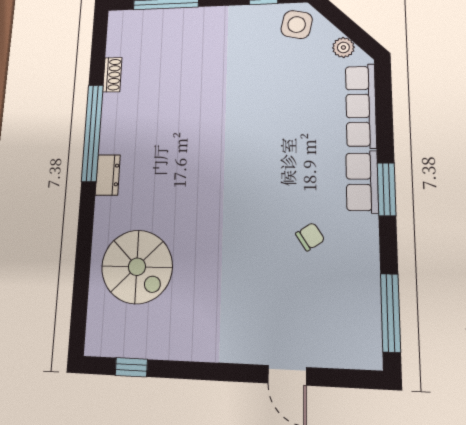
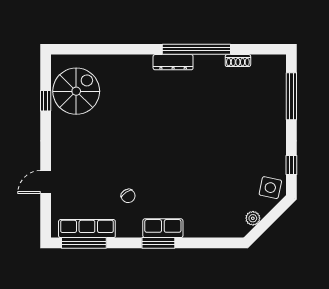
row of seats: (361, 106) -> (87, 229), moved
dresser: (108, 175) -> (173, 62), width x1.44
spiral stairs: (137, 267) -> (76, 91), moved, turned 180
window: (131, 367) -> (46, 101), moved

